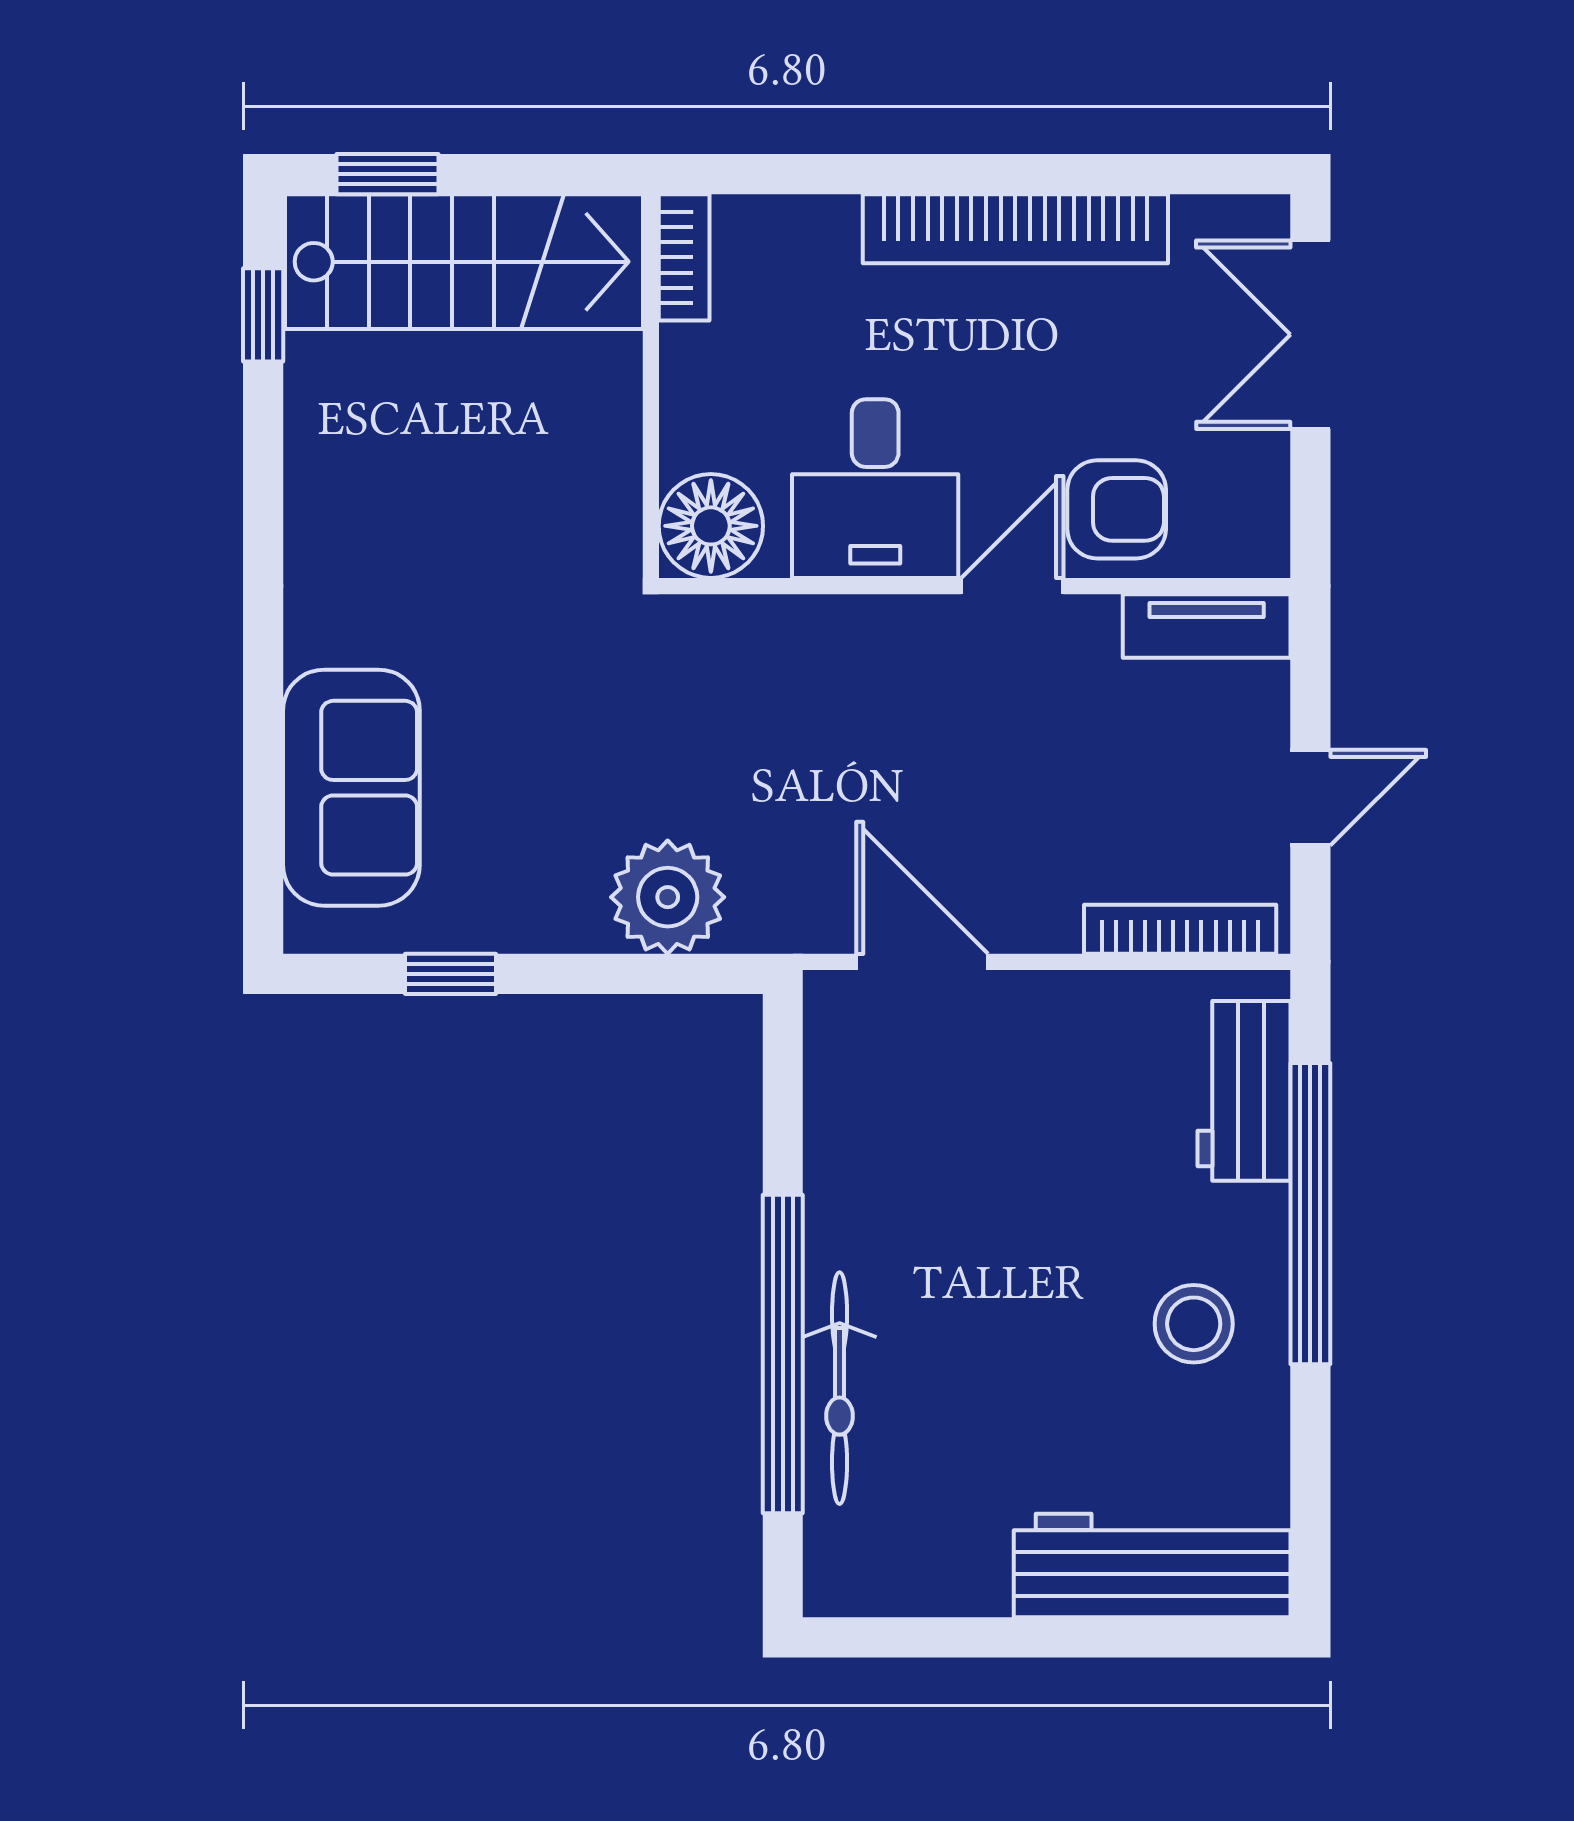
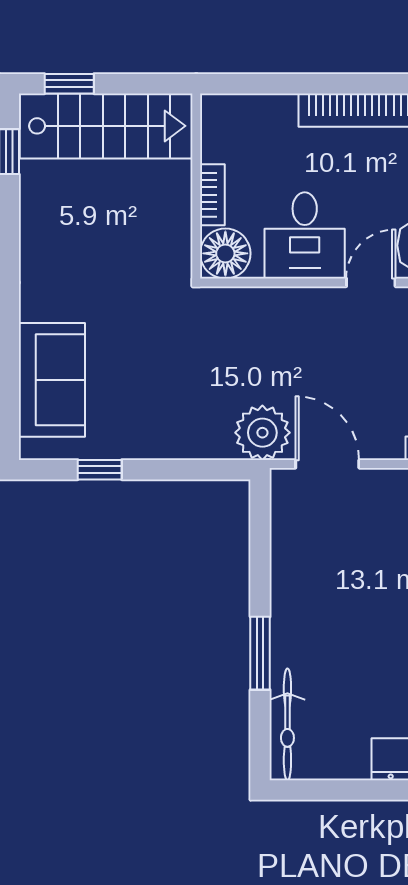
bookcase: (684, 257) -> (212, 195), moved
plant: (668, 897) -> (262, 433), moved
window: (783, 1354) -> (260, 653), width x0.47
bicycle: (840, 1388) -> (287, 724), moved

